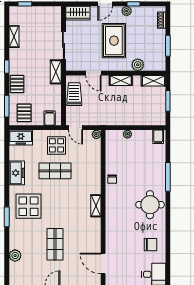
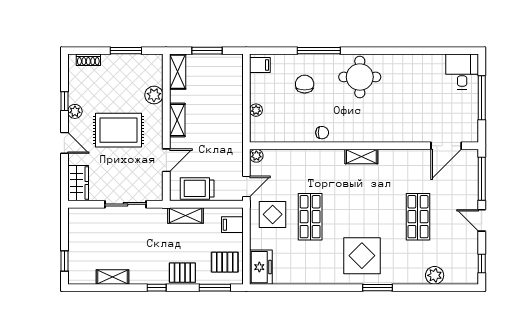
shelving: (56, 72) -> (186, 215), moved
freezer: (17, 173) -> (313, 273), removed
shop shelf: (55, 244) -> (418, 217), turned 90
chair: (151, 245) -> (305, 84), moved

